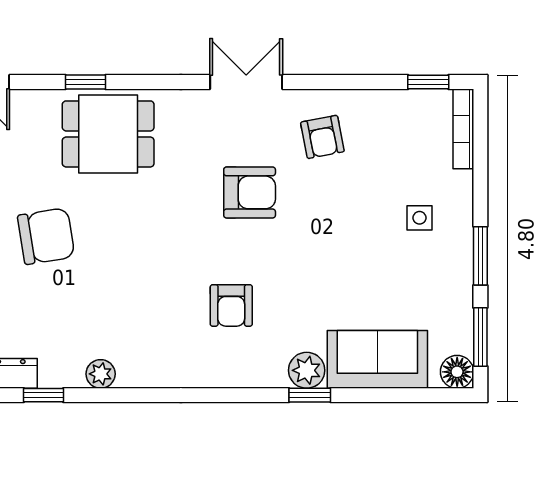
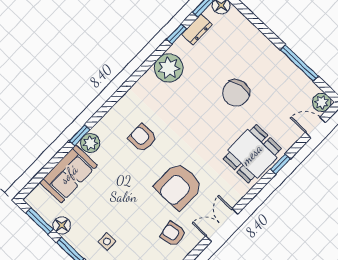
double door: (246, 82) -> (222, 225), swing flipped
armchair: (250, 192) -> (179, 186), width x1.36, depth x1.36
floor lamp: (457, 372) -> (62, 225), moved
plant: (101, 374) -> (169, 68), width x1.87, depth x1.87

